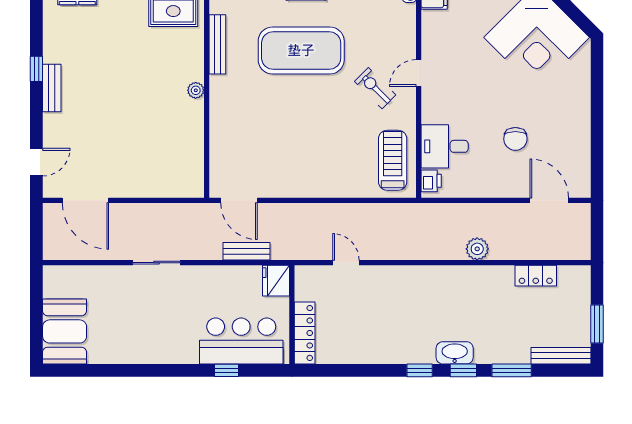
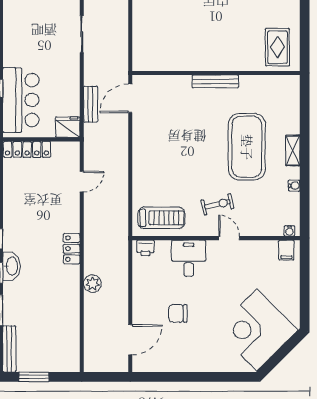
bench: (217, 44) -> (215, 81), moved
exercise bike: (375, 88) -> (217, 204), turned 32
plant: (196, 90) -> (216, 65), removed
desk: (445, 146) -> (189, 258), moved
locker: (536, 276) -> (72, 249), moved

